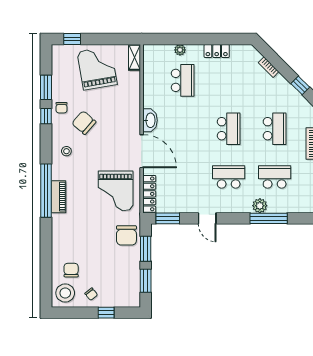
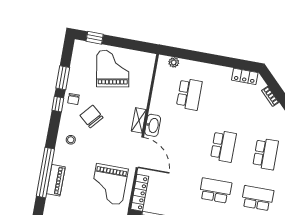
plant: (180, 50) -> (174, 62), moved
locker: (217, 51) -> (245, 76), moved
shelving: (134, 57) -> (139, 120), moved

